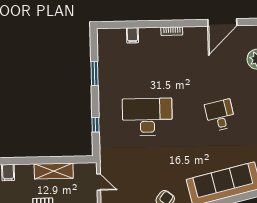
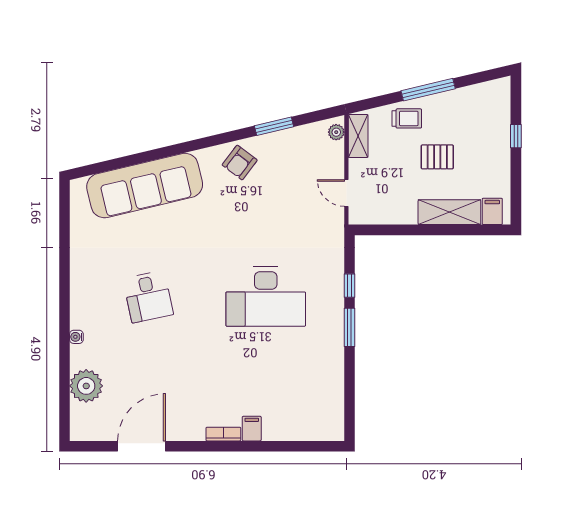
filing cabinet: (132, 35) -> (252, 429), moved
window: (94, 74) -> (349, 327), moved
shelving: (54, 171) -> (449, 212), moved

